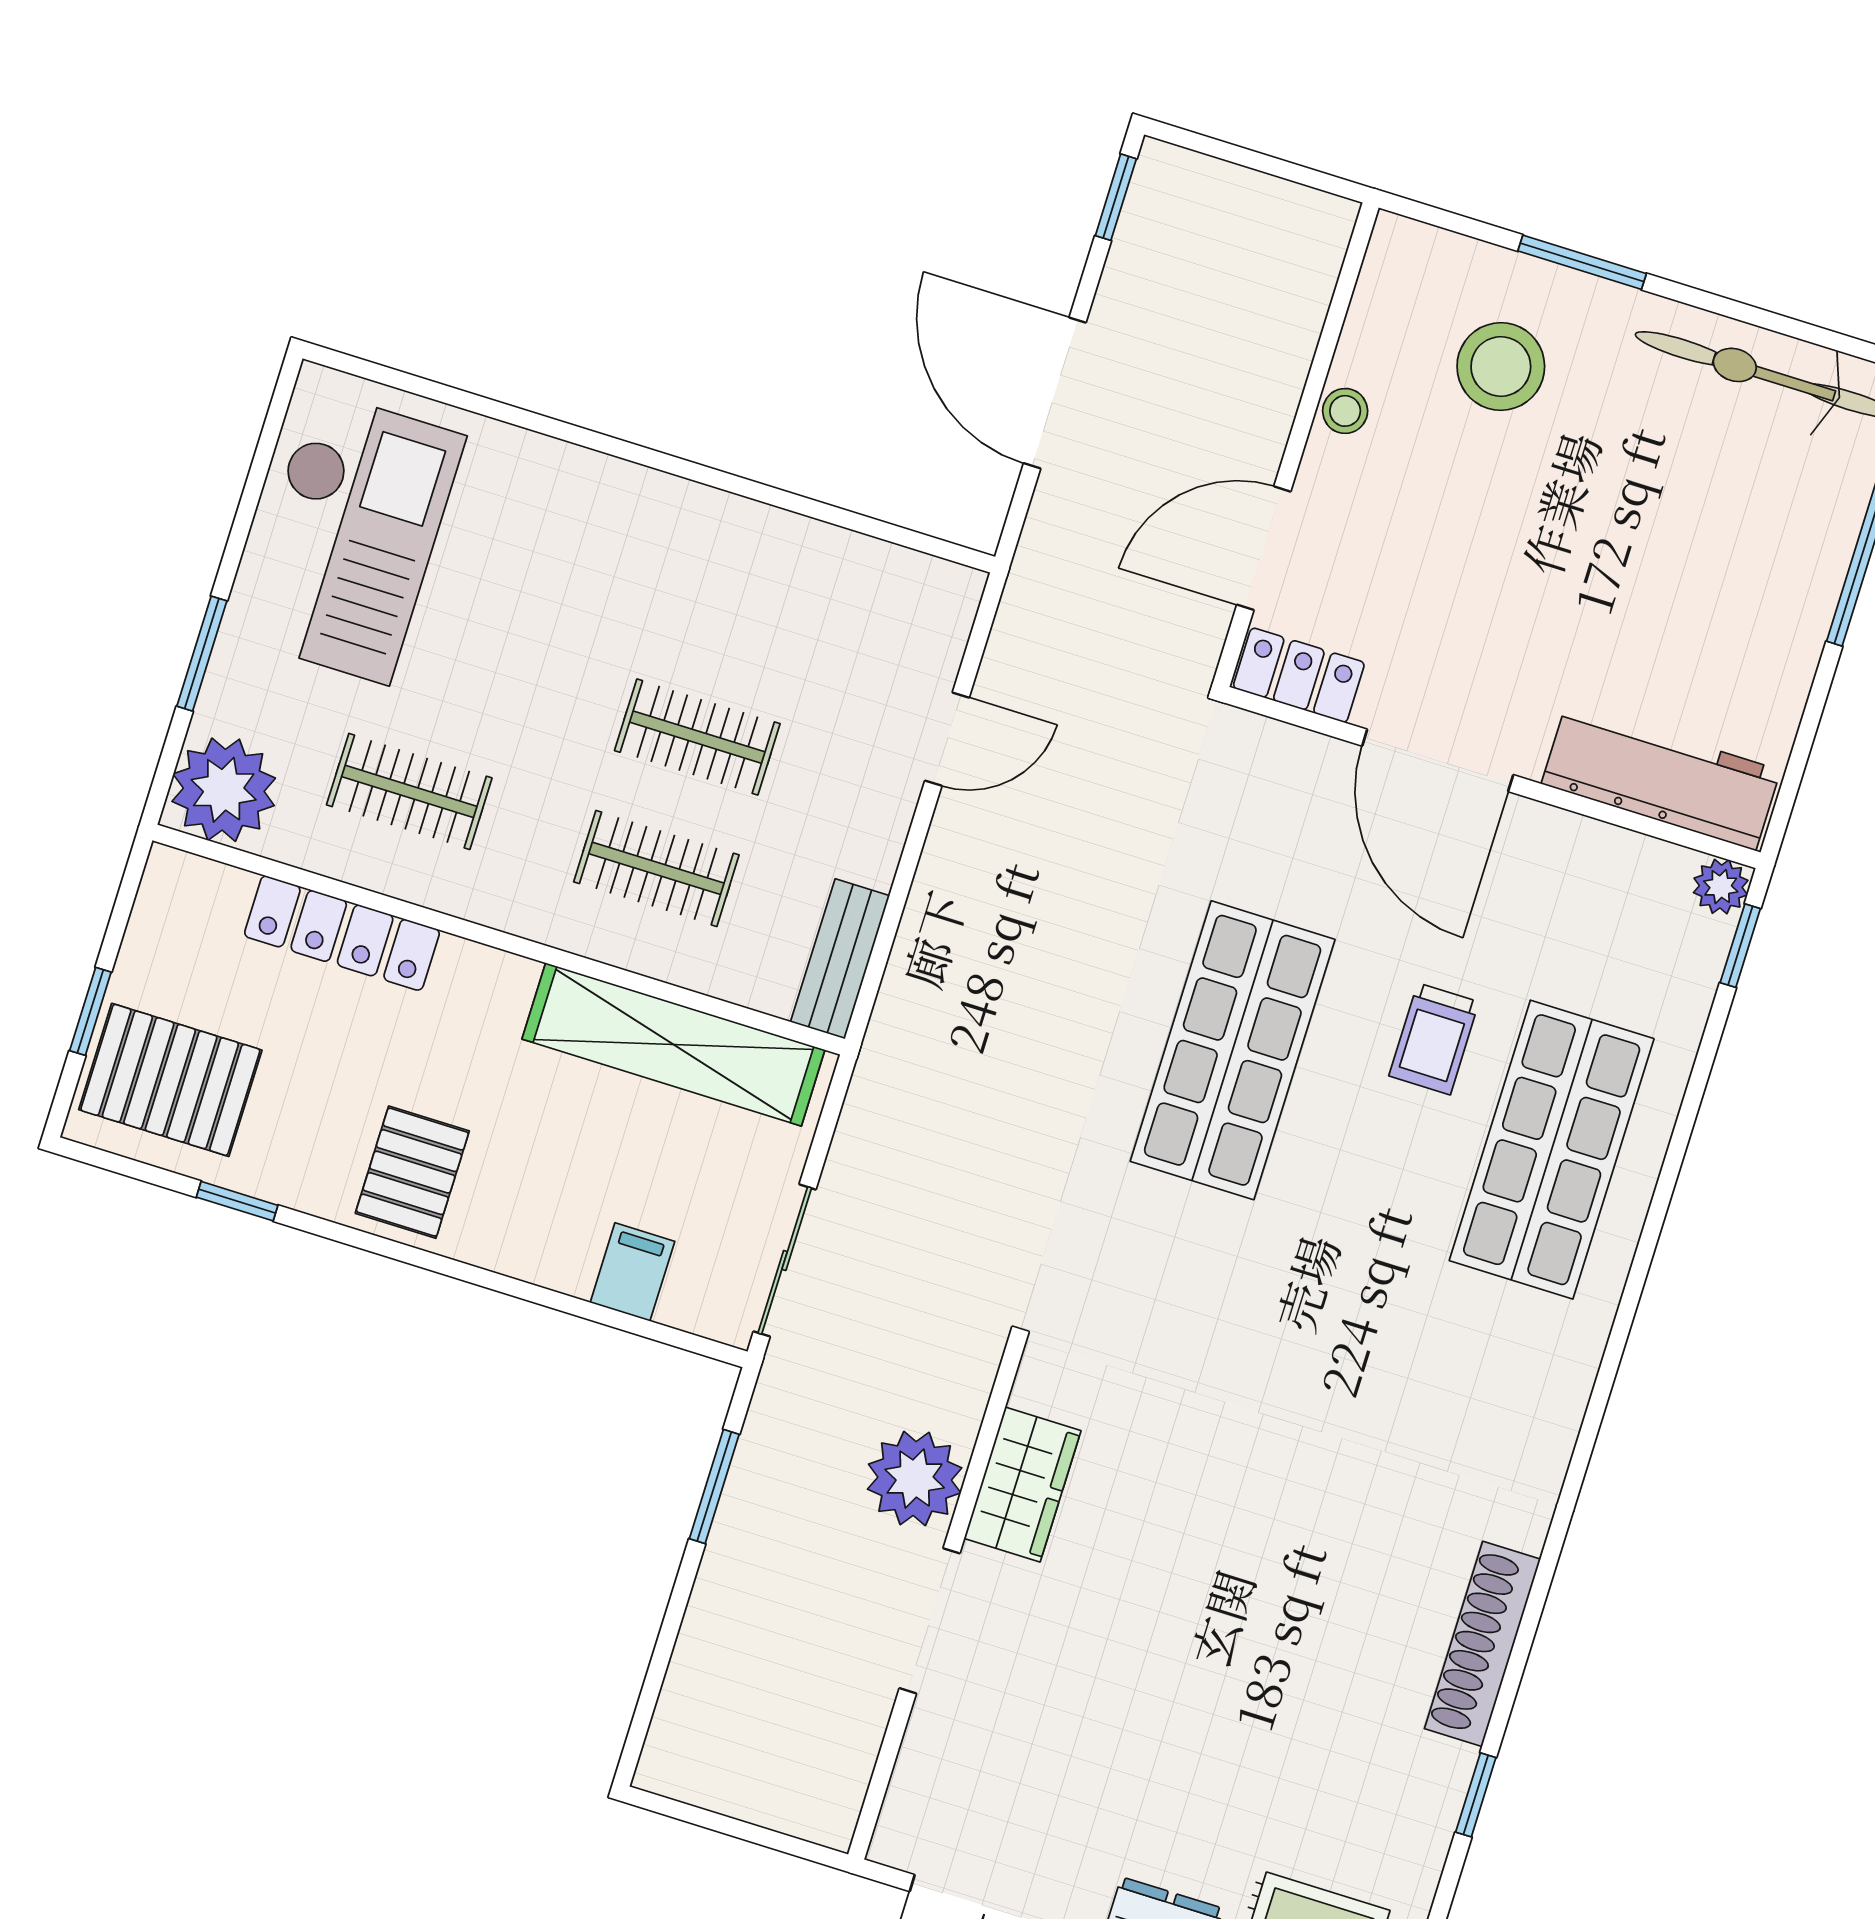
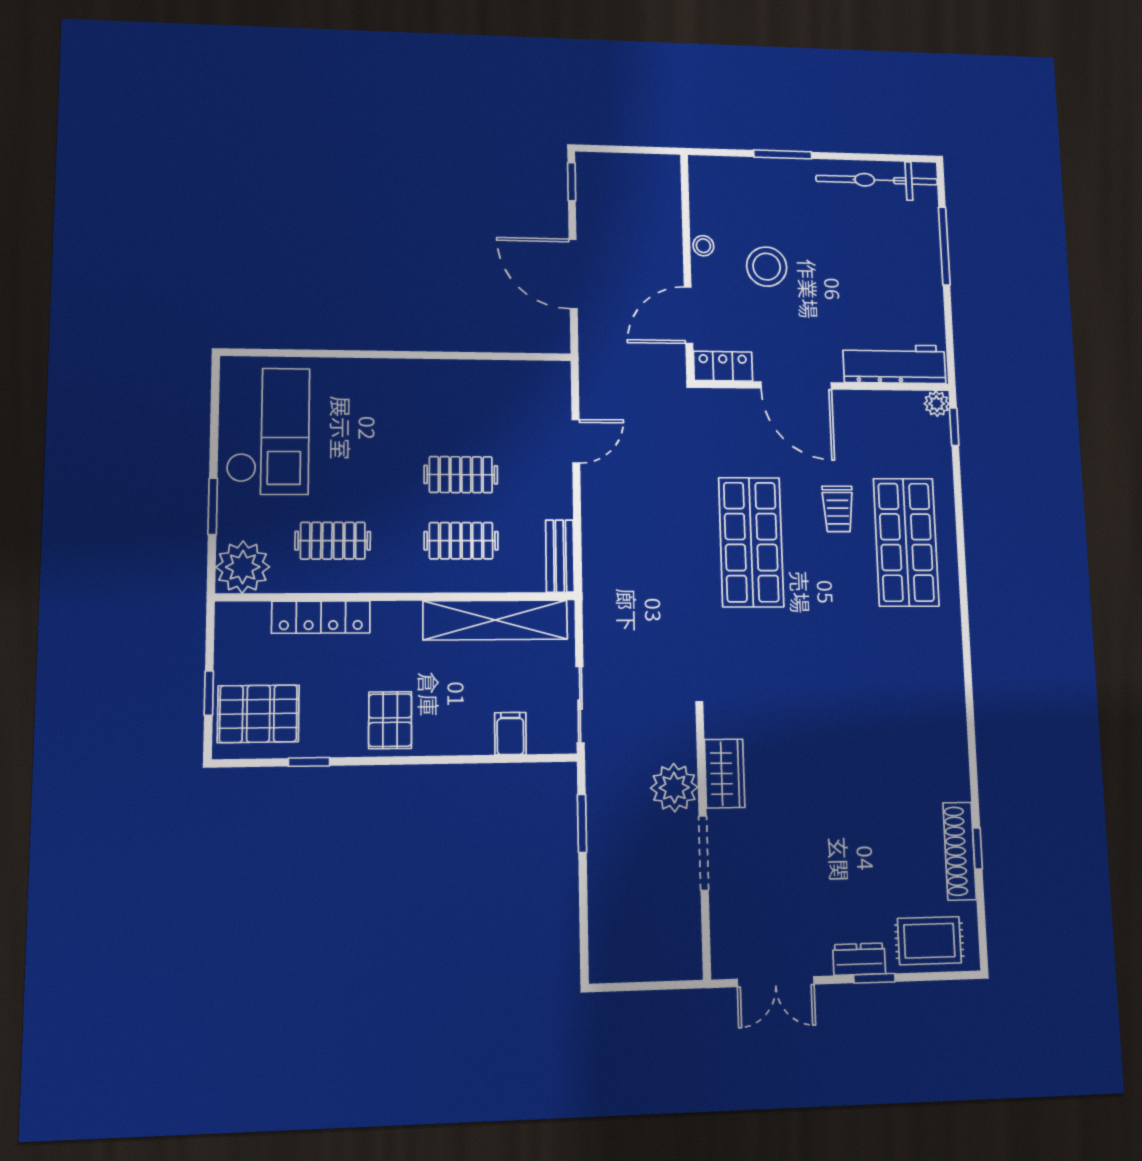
stool: (1501, 366) -> (767, 267), moved
shoe rack: (1482, 1644) -> (960, 851), moved

